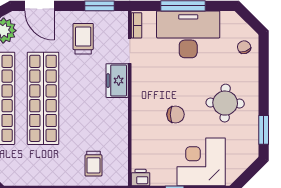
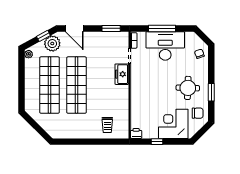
trolley: (83, 39) -> (101, 49), removed
chair: (175, 114) -> (198, 113), moved
window: (264, 130) -> (211, 92), moved

